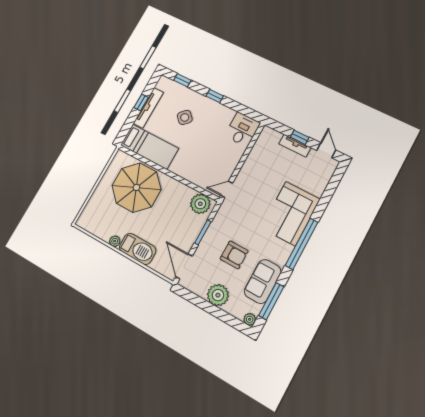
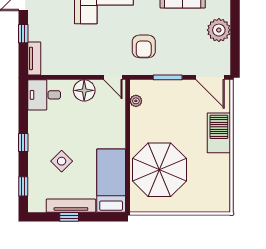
tv unit: (295, 146) -> (34, 58), moved
floor lamp: (229, 162) -> (84, 90), added
plant: (200, 204) -> (136, 101), width x0.53, depth x0.53
plant: (115, 241) -> (224, 161), removed
armchair: (234, 255) -> (144, 46), moved, turned 180
door: (184, 266) -> (210, 77), hinge flipped

